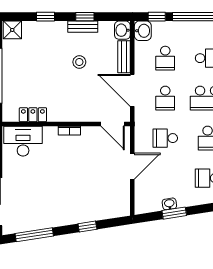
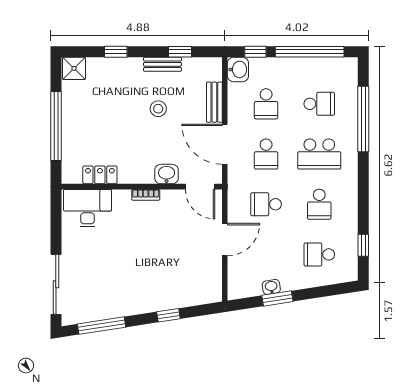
window: (85, 17) -> (180, 52), moved
washbasin: (122, 30) -> (167, 174), moved, turned 90

